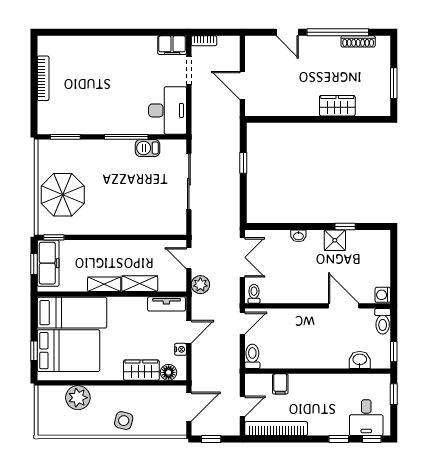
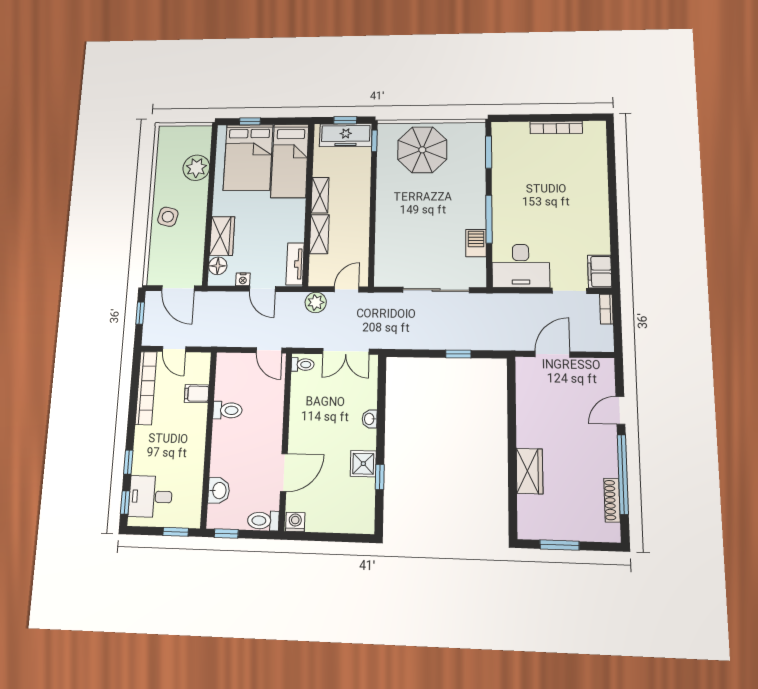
toilet: (252, 356) -> (228, 410), moved

